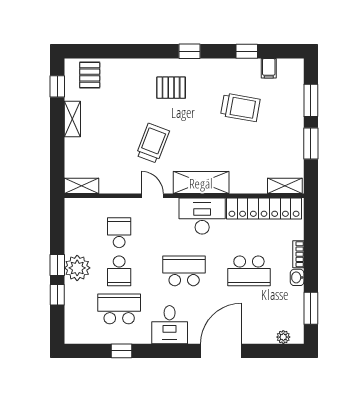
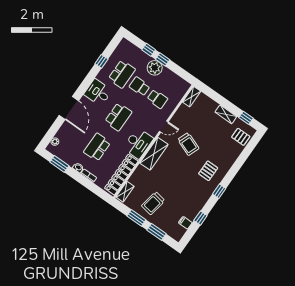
trolley: (240, 107) -> (153, 203), moved

